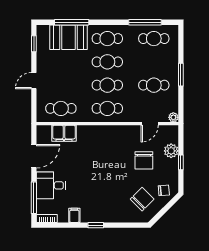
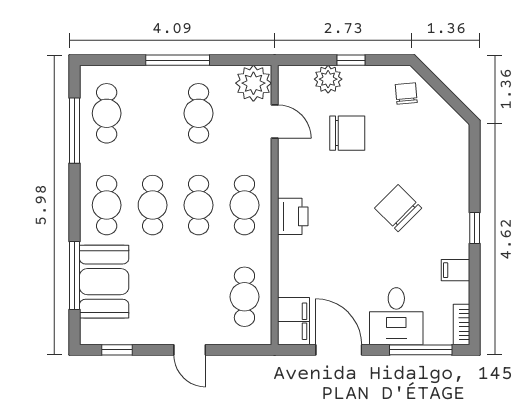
window: (181, 75) -> (178, 60), width x1.44
plant: (173, 117) -> (253, 83), width x1.88, depth x1.88
filing cabinet: (64, 133) -> (293, 321), moved
printer: (102, 133) -> (293, 216), added
chair: (142, 199) -> (398, 208), moved

